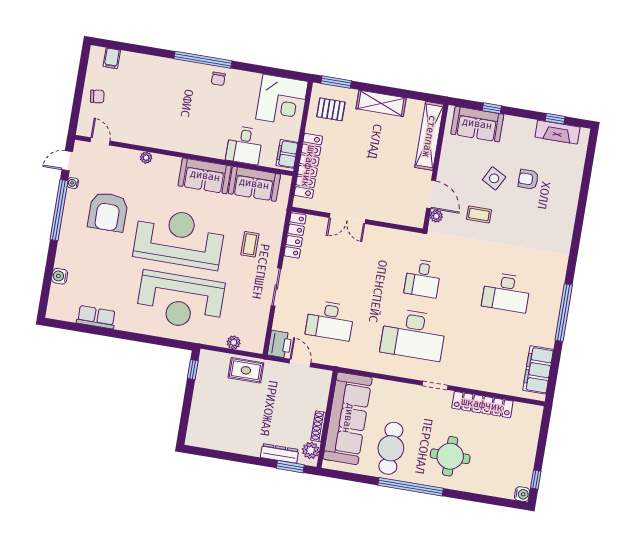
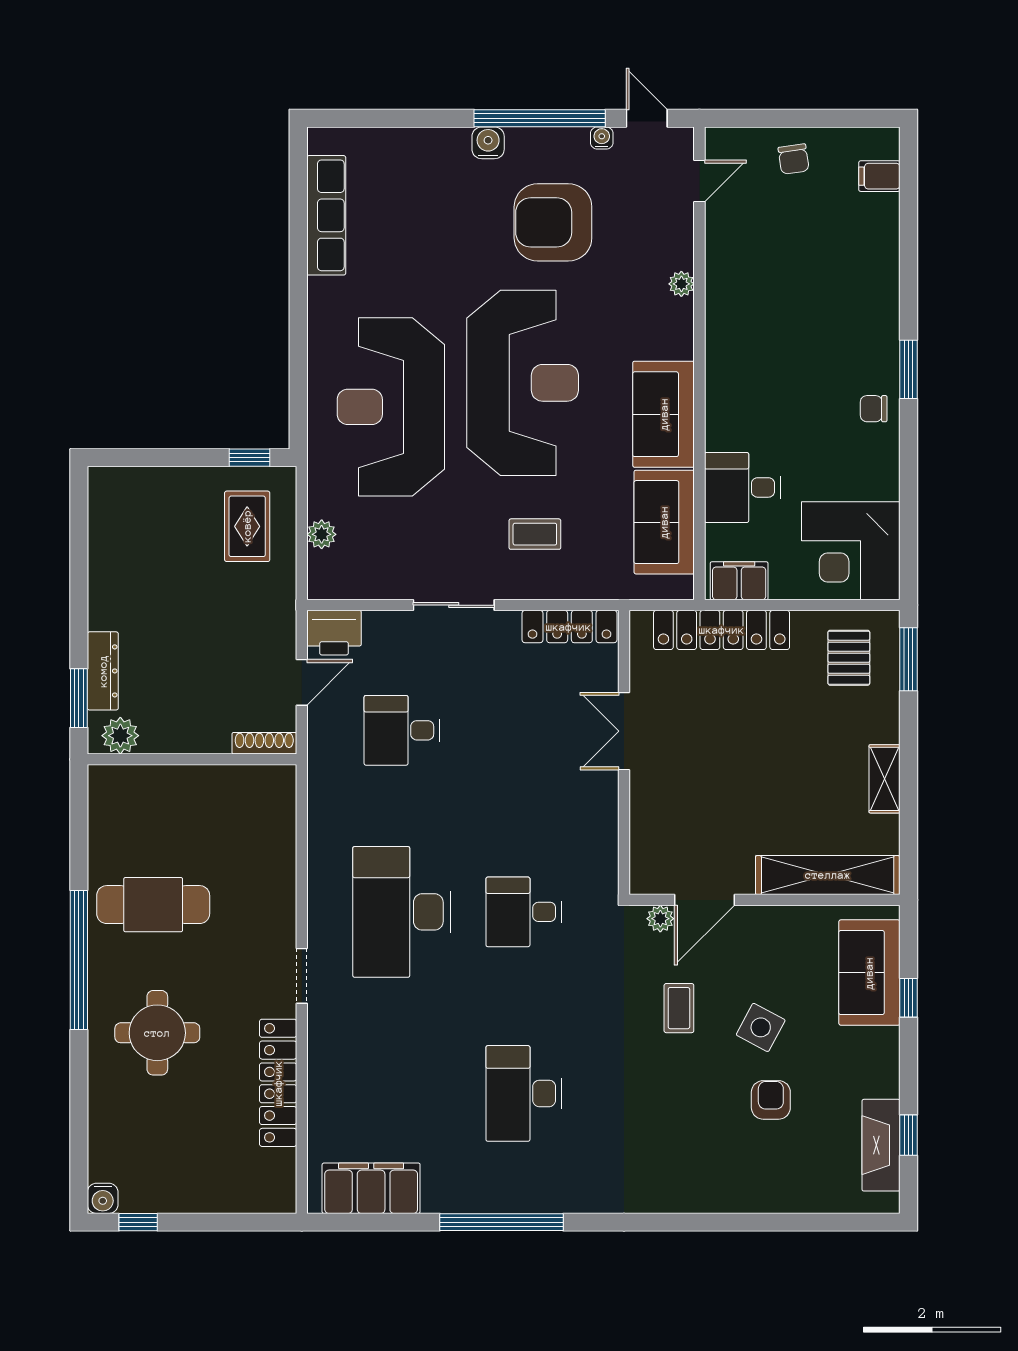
window: (203, 60) -> (908, 369), width x0.47
shelving: (381, 103) -> (885, 779), width x0.67, depth x0.75
water cooler: (60, 276) -> (488, 143), moved
row of seats: (96, 317) -> (326, 215), width x1.48
desk: (330, 321) -> (402, 730), width x0.73
rug: (246, 370) -> (247, 526), moved
sofa: (348, 418) -> (201, 802), removed
shoe rack: (318, 426) -> (264, 743), moved

